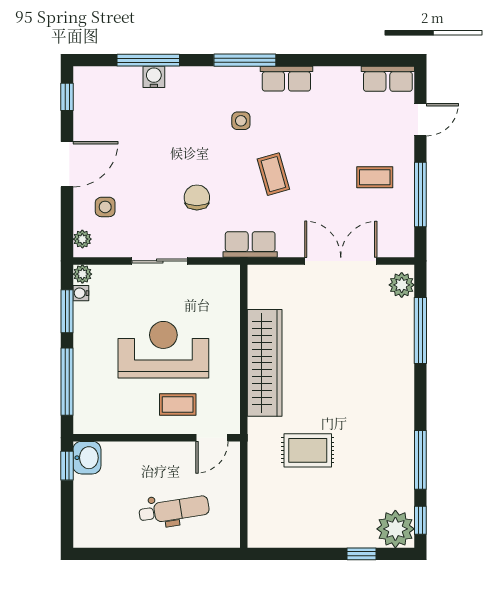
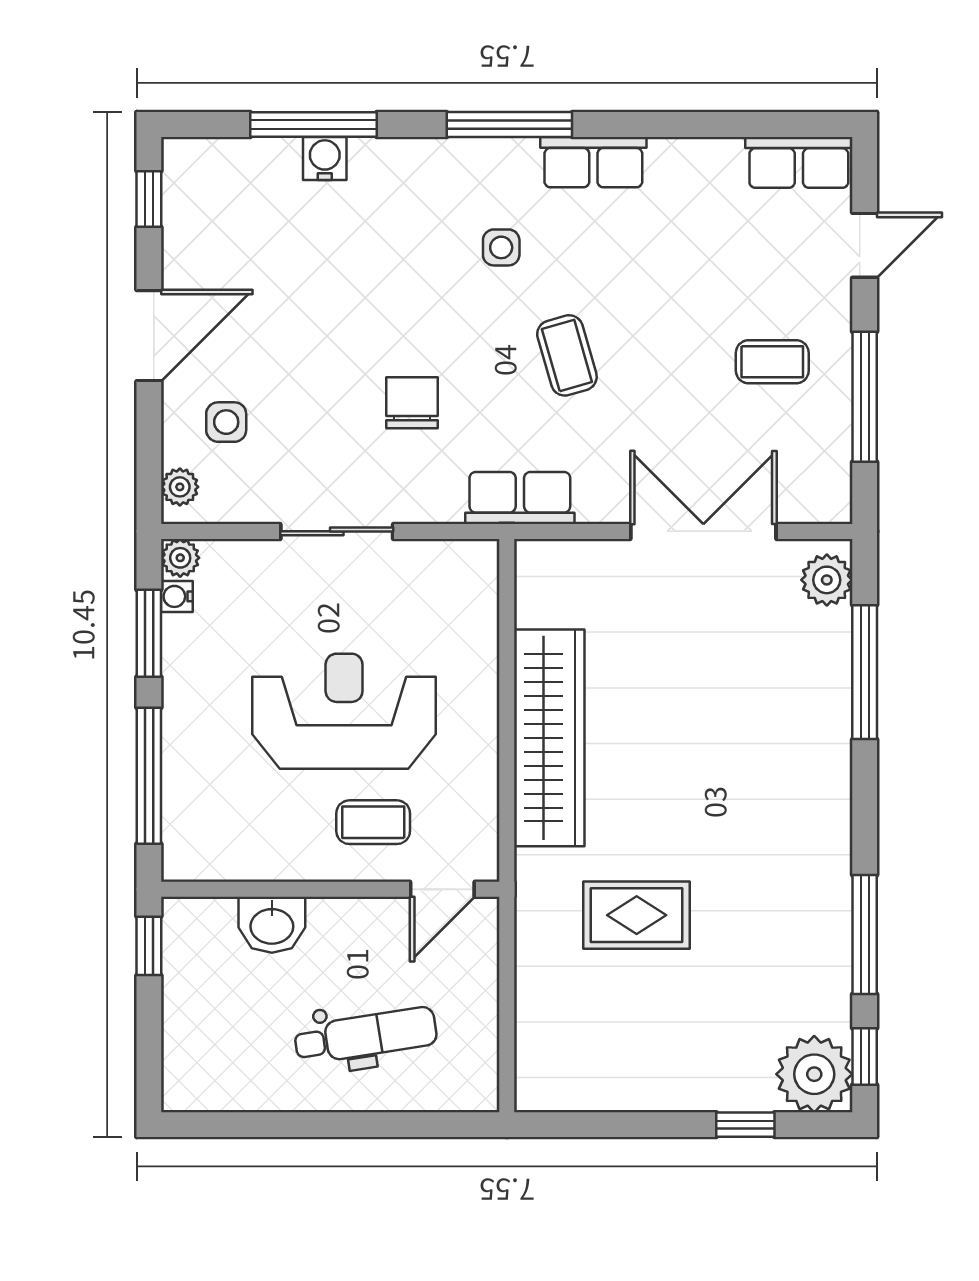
washbasin: (87, 458) -> (272, 925), moved, turned 90

